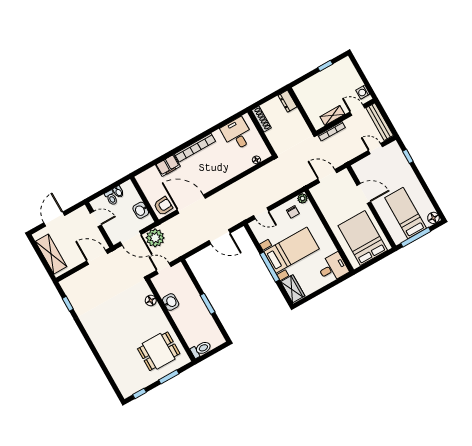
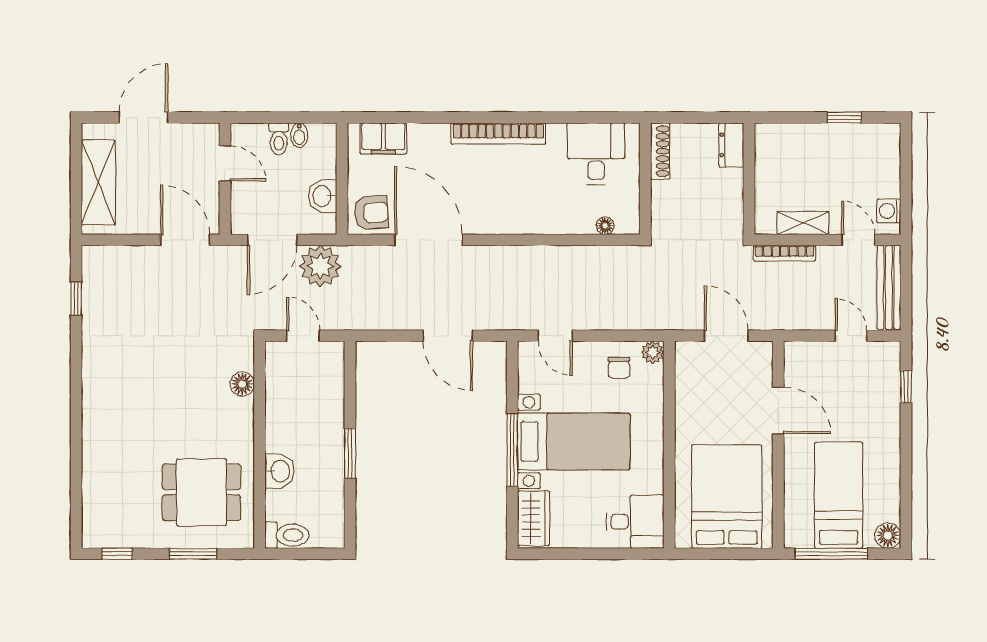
filing cabinet: (168, 165) -> (383, 138), moved
door: (131, 238) -> (272, 240), hinge flipped
washbasin: (171, 302) -> (279, 471), moved

